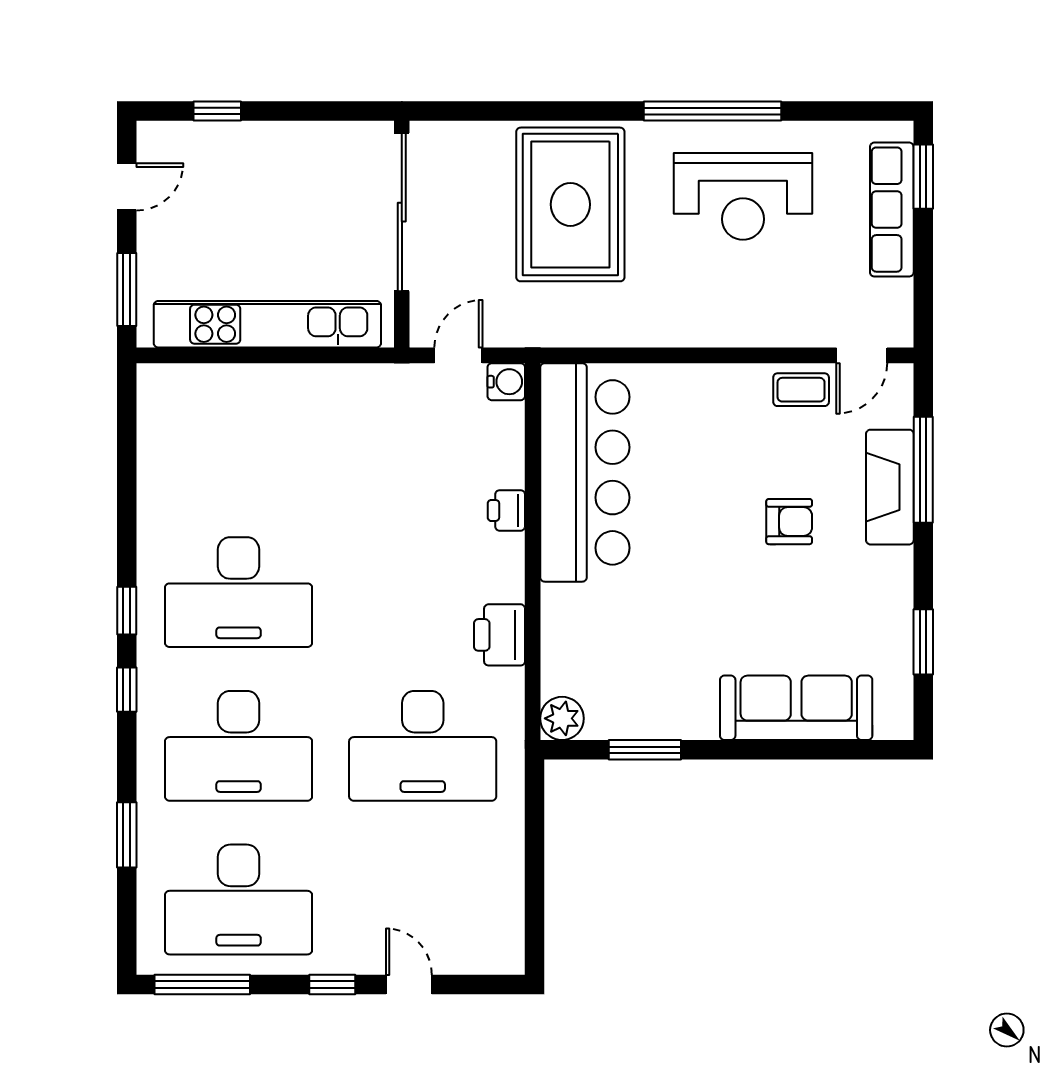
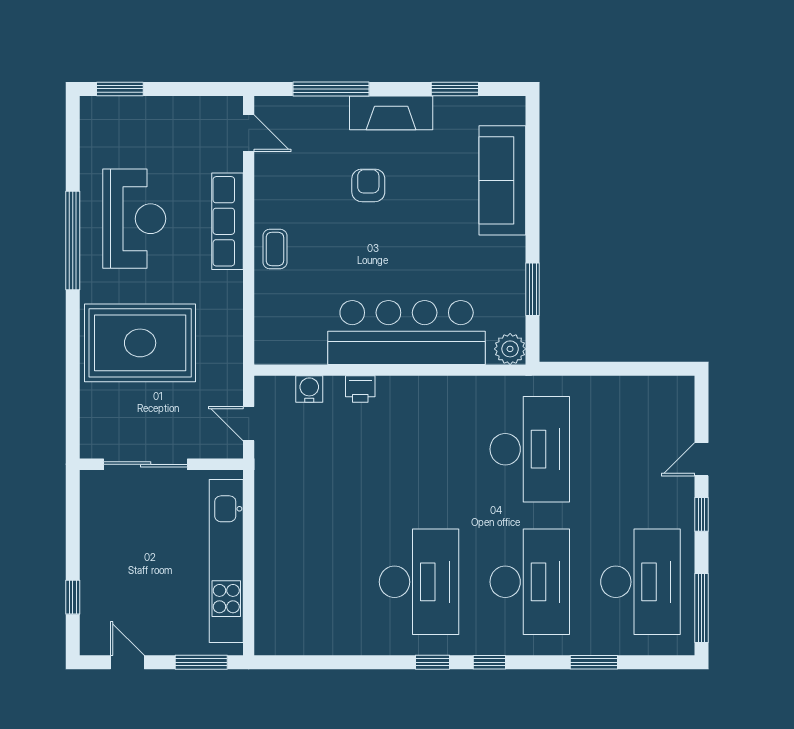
row of seats: (892, 210) -> (227, 221), moved, turned 90
sliding door: (402, 212) -> (146, 464), width x0.73
water cooler: (506, 382) -> (309, 389), moved
coffee table: (801, 390) -> (275, 249), moved
bar counter: (585, 472) -> (407, 332), moved
fireplace: (890, 487) -> (391, 113), moved
printer: (499, 635) -> (450, 394), removed

